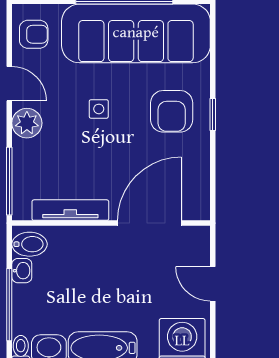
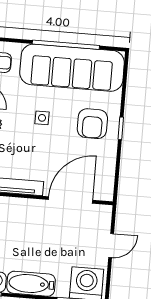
door: (213, 284) -> (111, 246), swing flipped

